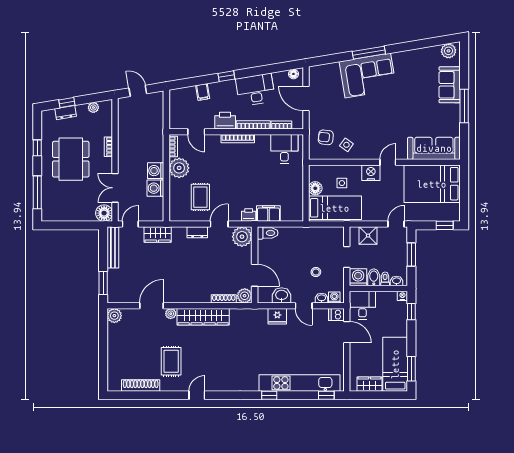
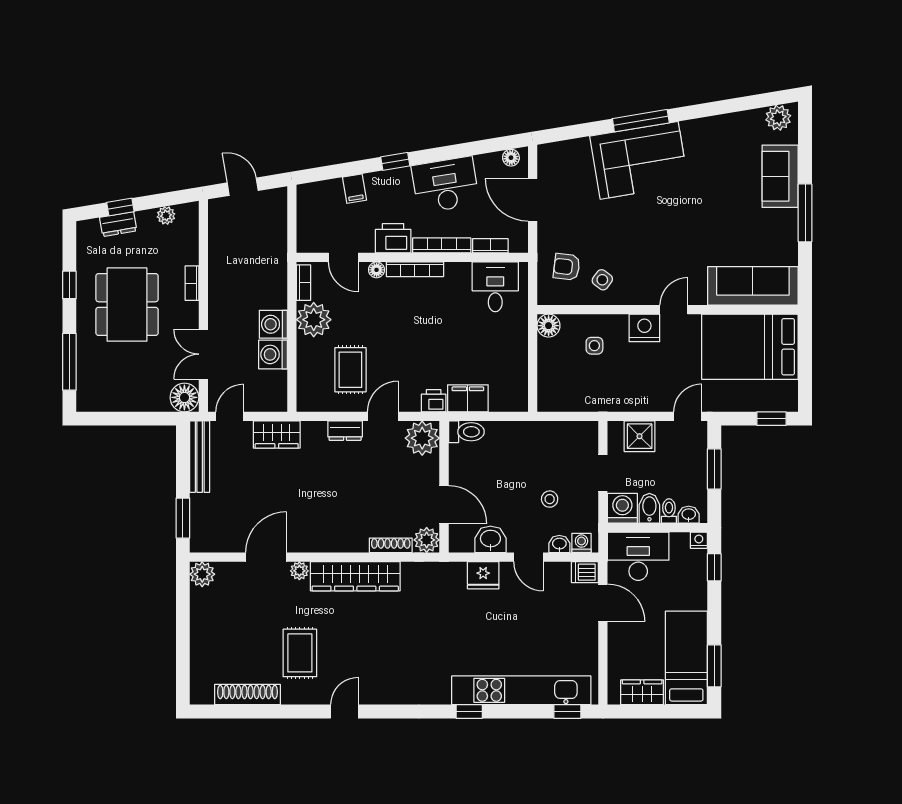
floor lamp: (215, 139) -> (377, 270), added
floor lamp: (315, 188) -> (549, 326), moved
bed: (335, 208) -> (583, 388), removed
desk: (362, 305) -> (638, 556), width x1.37

